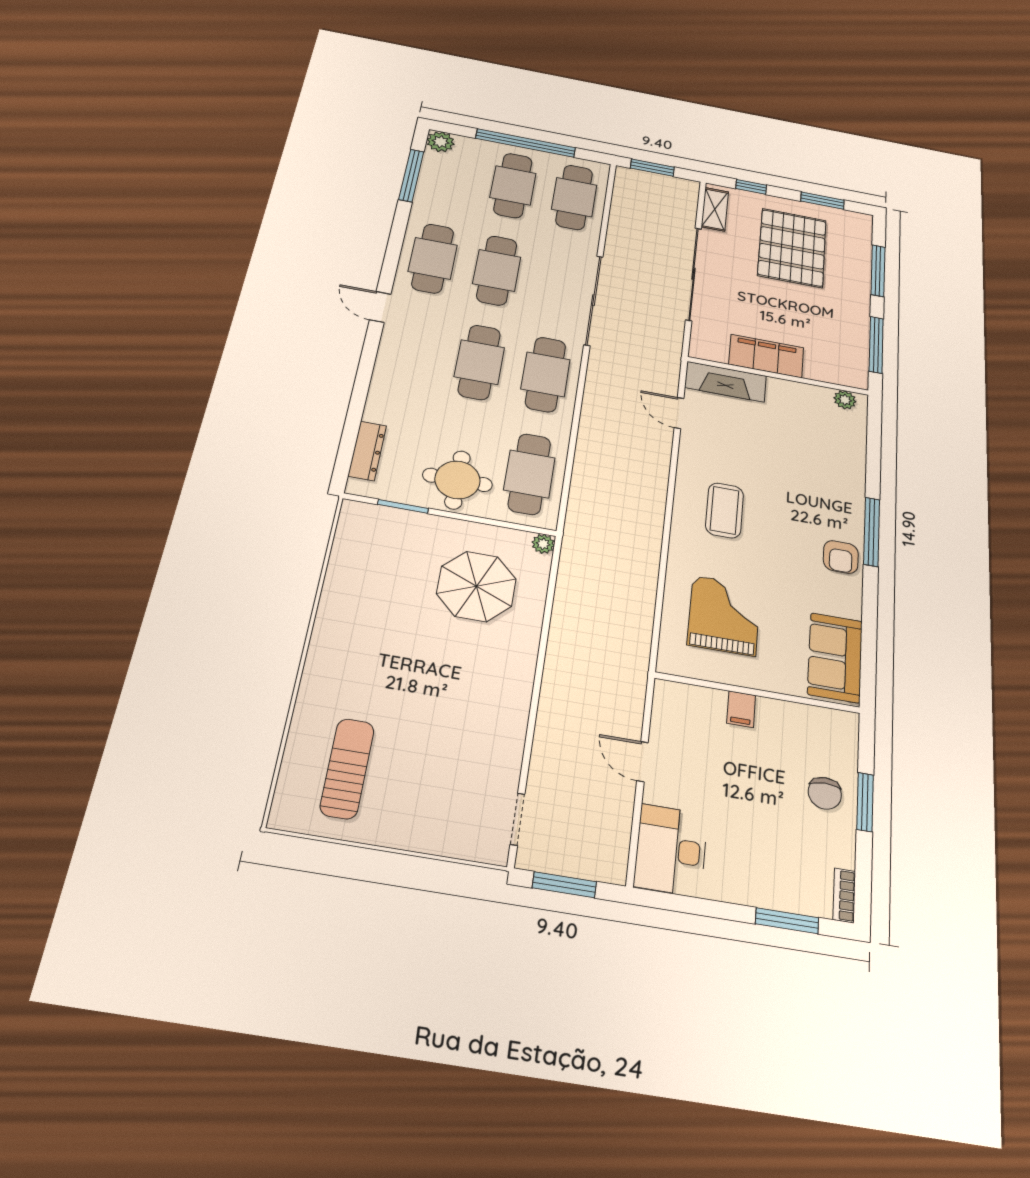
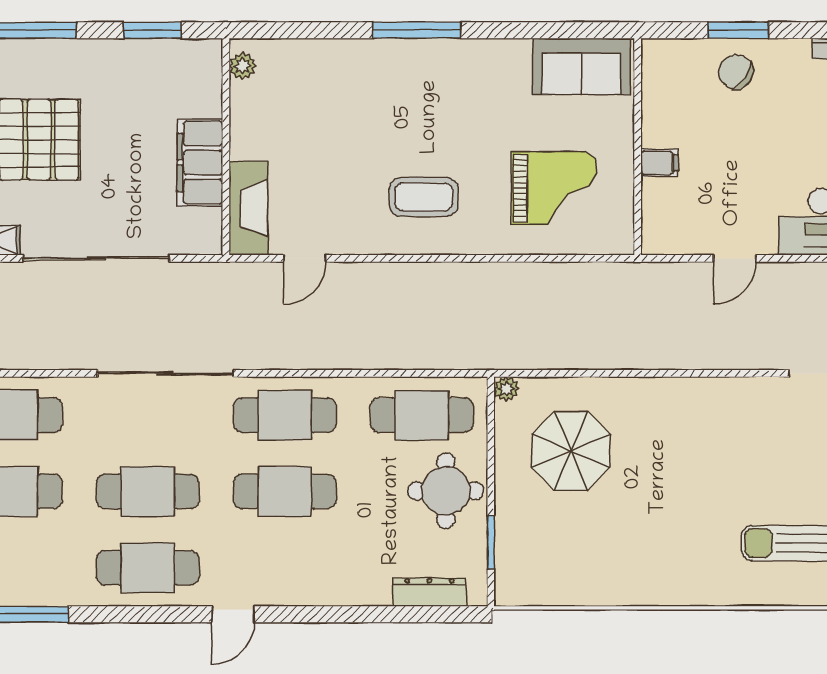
window: (876, 345) -> (152, 30), width x0.69
armchair: (841, 557) -> (457, 64), removed
grand piano: (724, 615) -> (554, 188), turned 180
chair: (825, 793) -> (736, 72), turned -145

